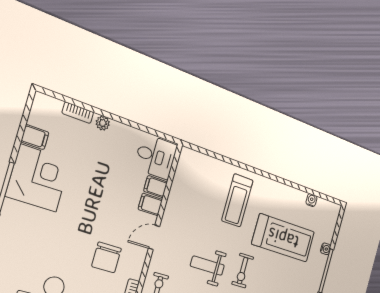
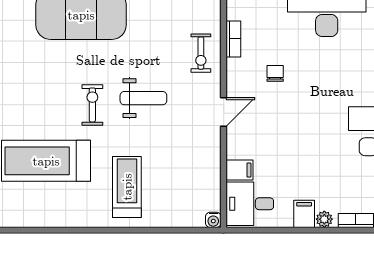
water cooler: (311, 200) -> (213, 220), moved
filing cabinet: (150, 204) -> (304, 214), moved, turned -90
chair: (107, 257) -> (275, 73), width x0.54, depth x0.54

